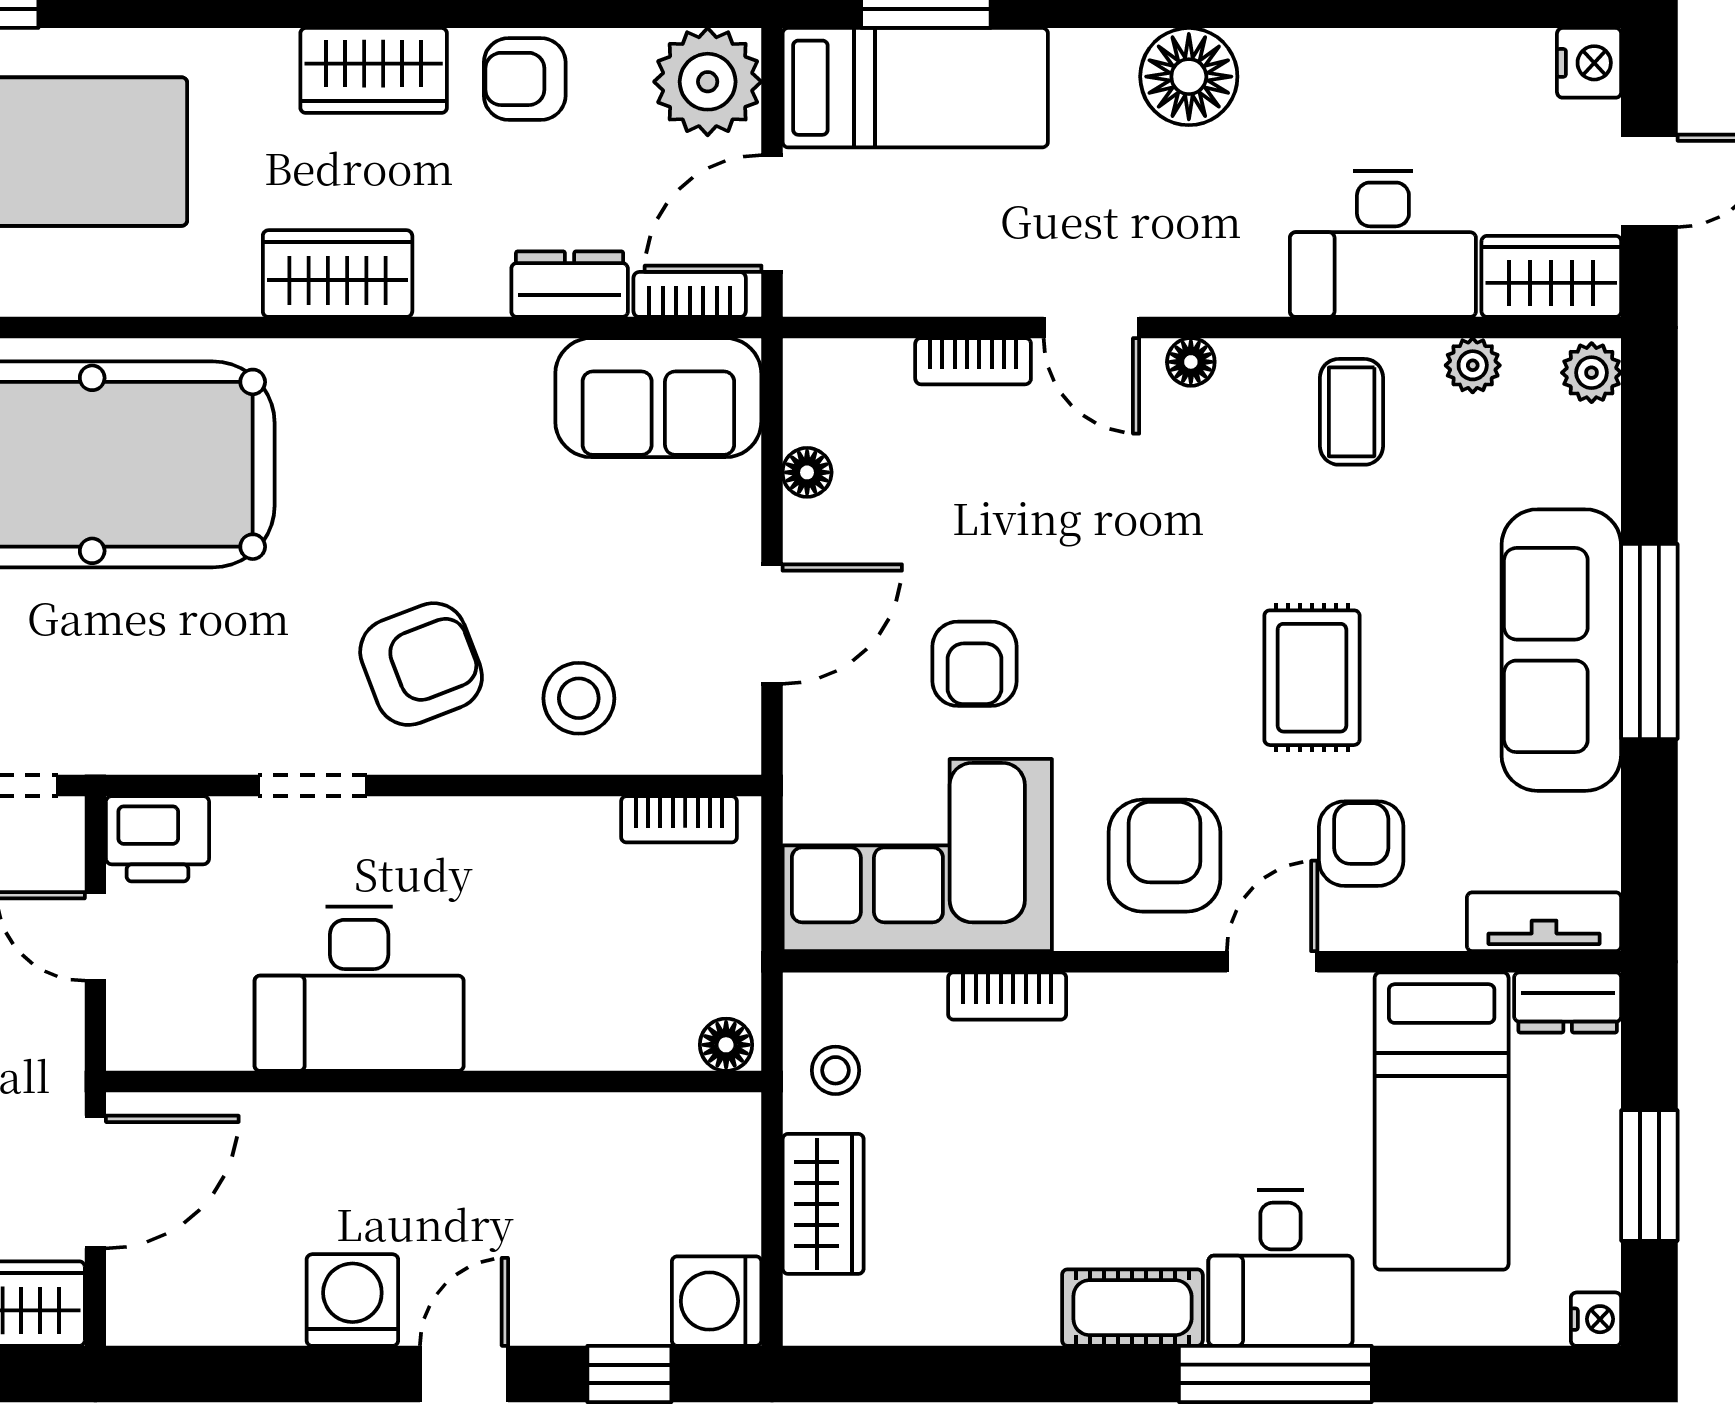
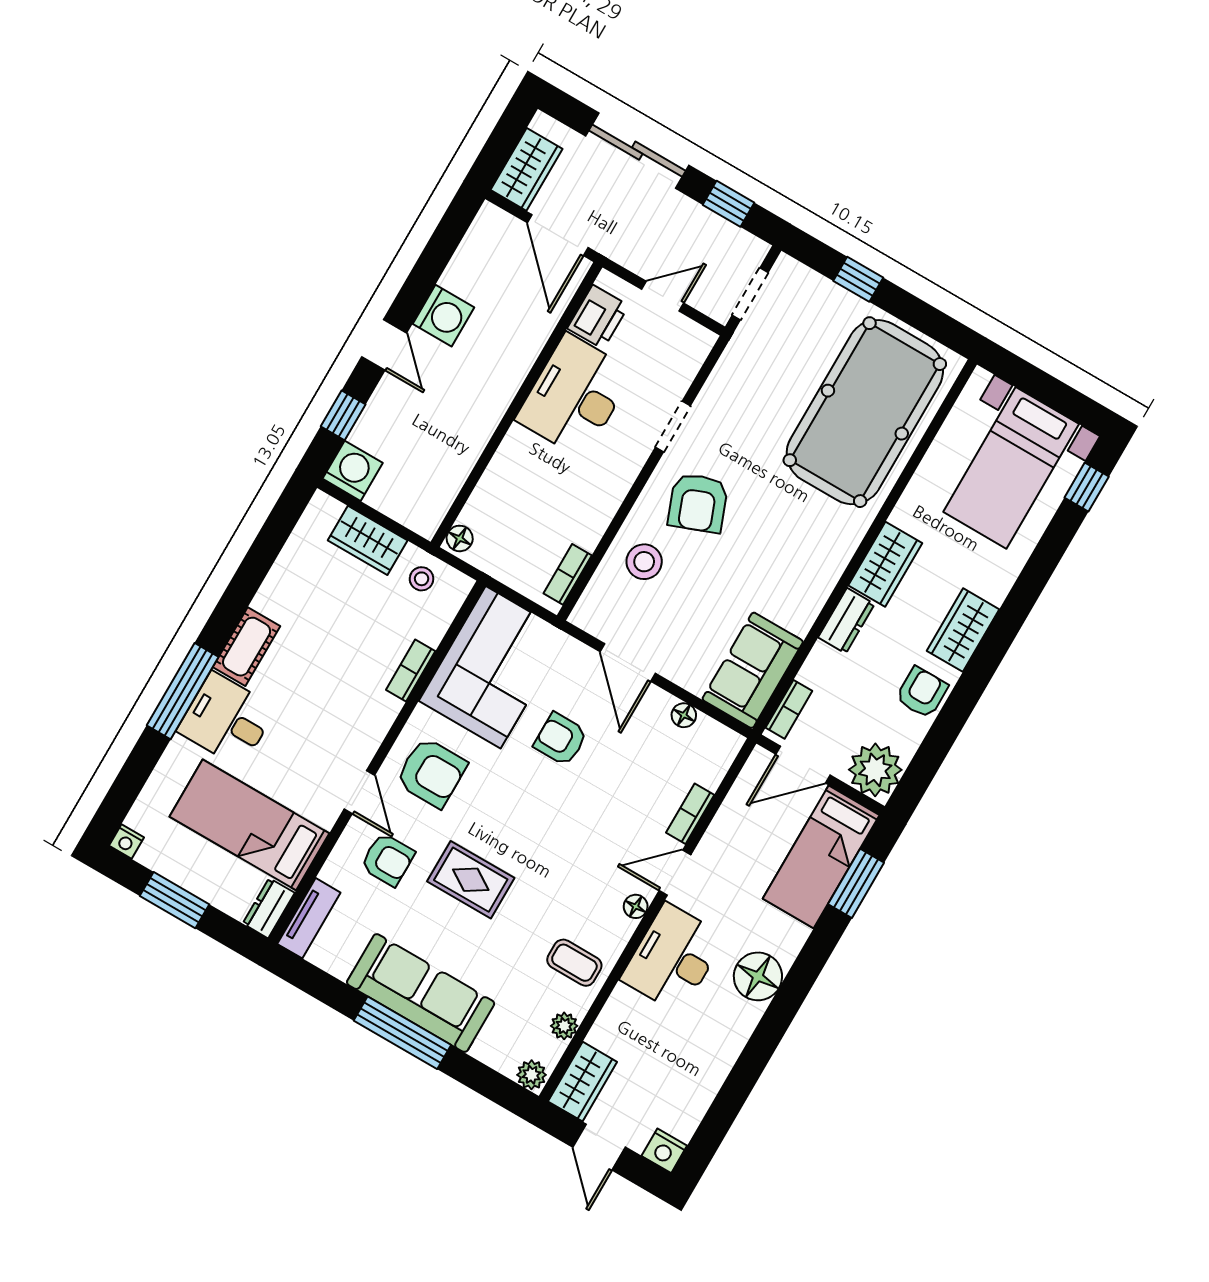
door: (772, 214) -> (803, 765), swing flipped
desk: (1383, 244) -> (673, 958), moved
dresser: (570, 284) -> (846, 621), moved
printer: (157, 839) -> (598, 317), moved, turned 180

